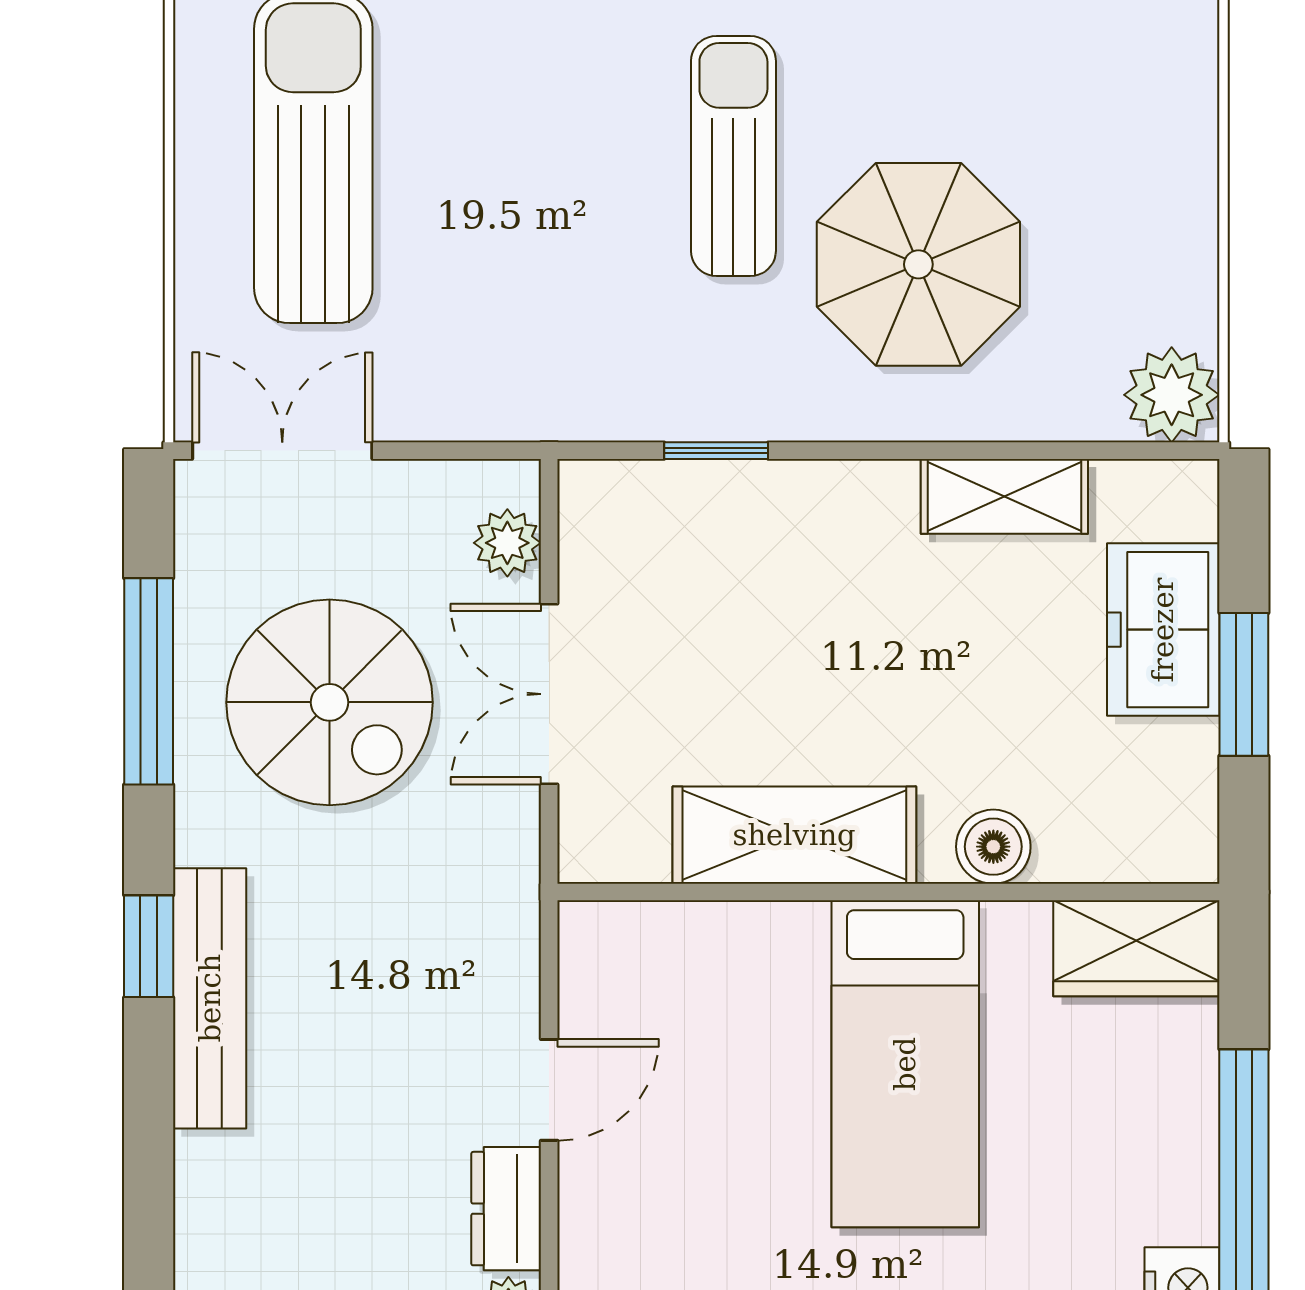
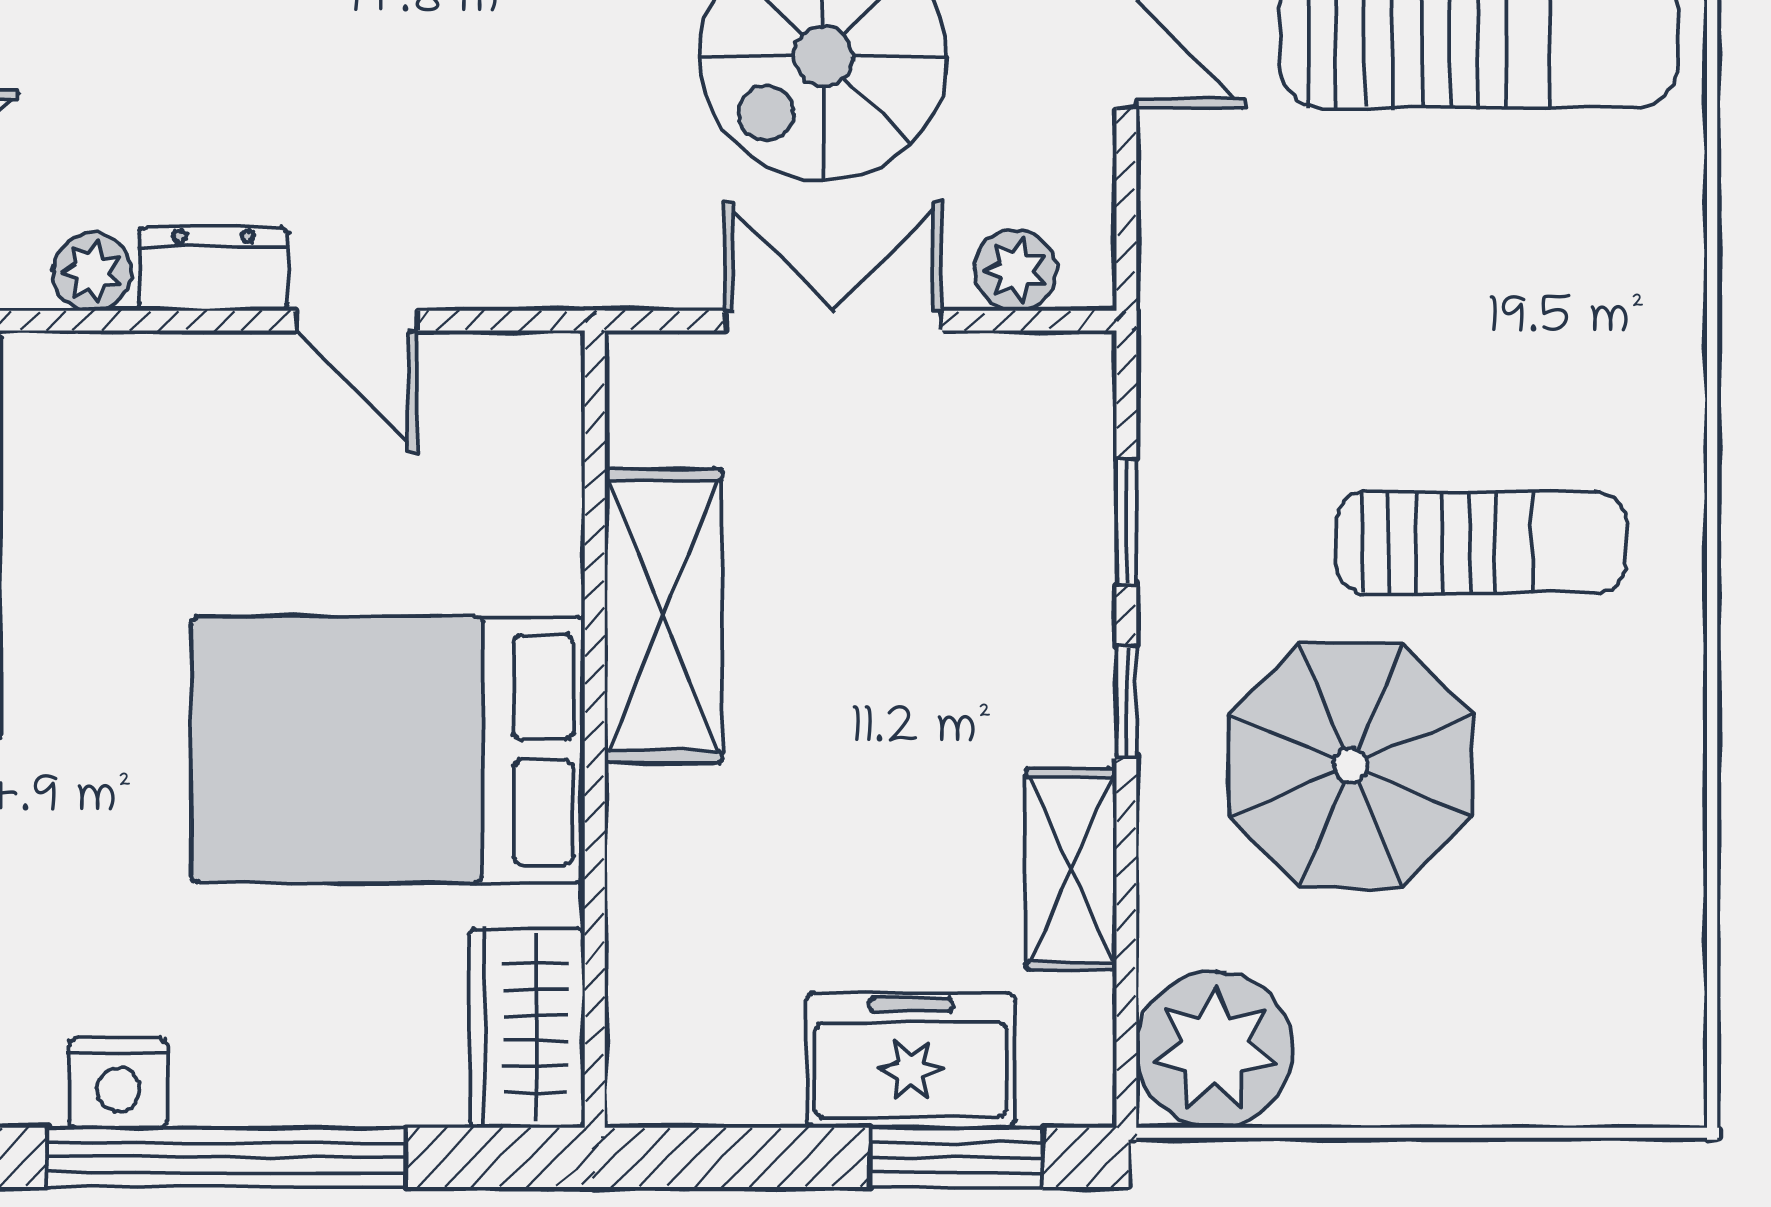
plant: (1172, 395) -> (1215, 1049), width x1.36, depth x1.36
window: (865, 451) -> (1126, 702), added
window: (1244, 684) -> (956, 1157), moved
boiler: (993, 847) -> (649, 856), removed
bed: (905, 1064) -> (388, 749), width x1.50

